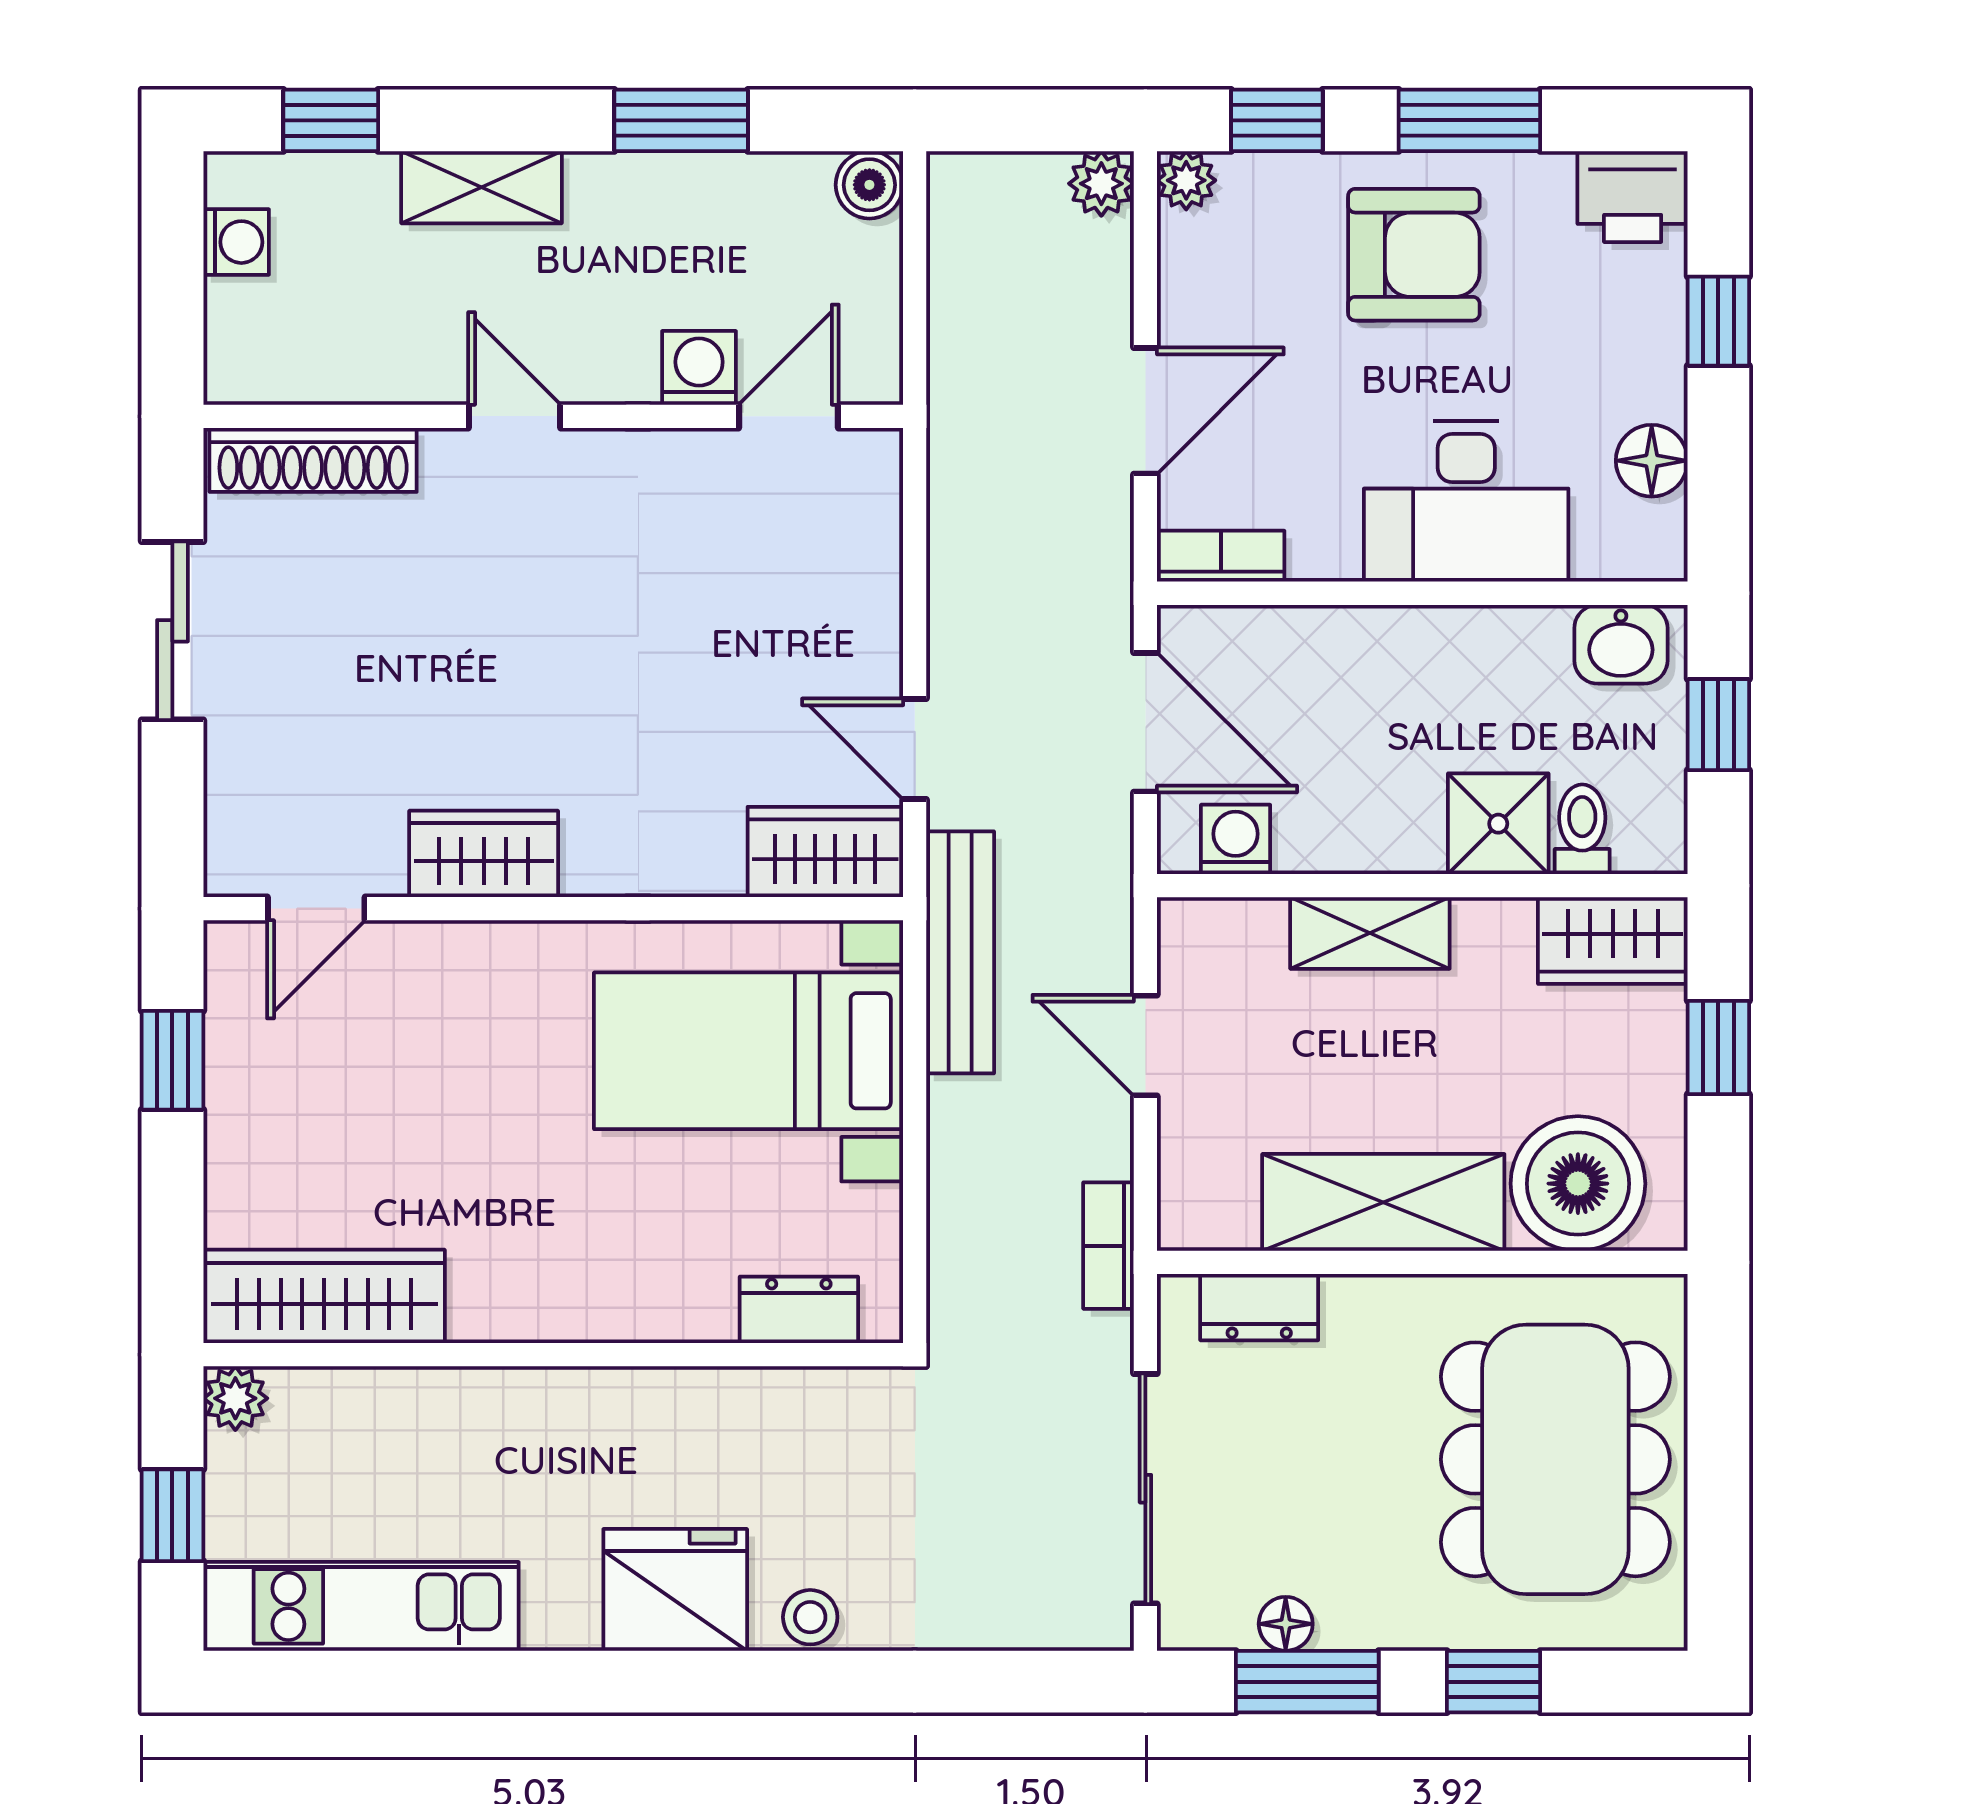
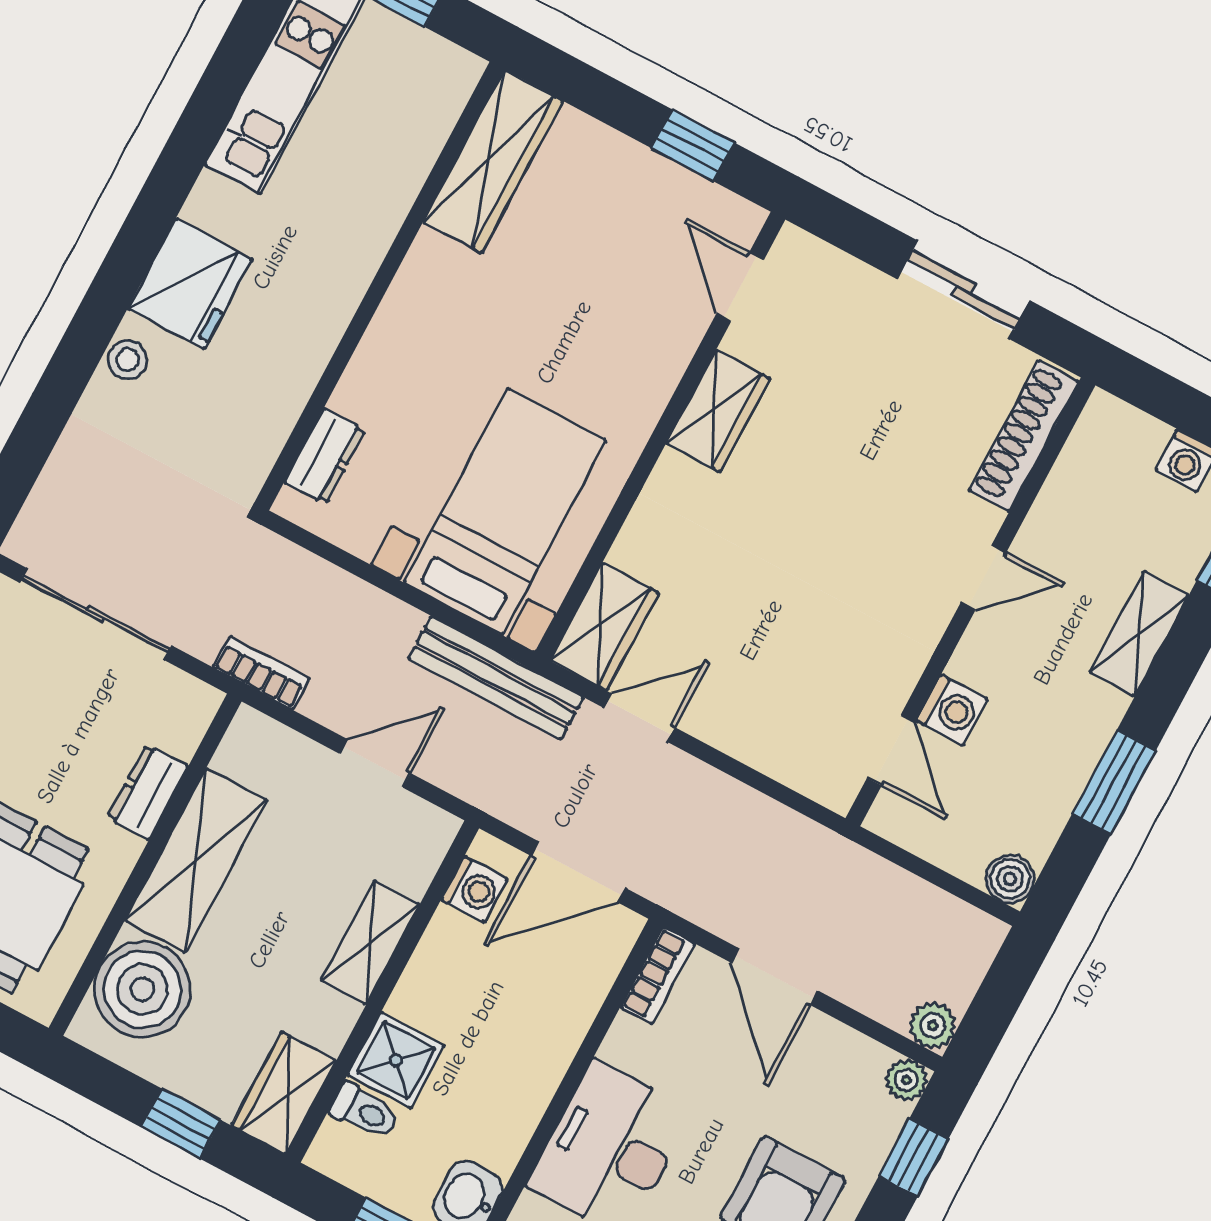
dresser: (1259, 1307) -> (148, 792), moved
plant: (235, 1398) -> (459, 71), removed

